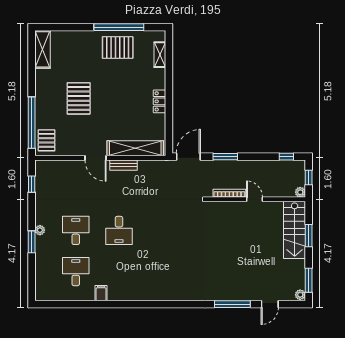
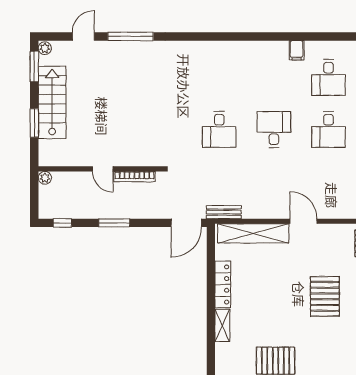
shelving: (160, 55) -> (222, 325), moved
locker: (159, 101) -> (223, 284), width x1.53
window: (225, 157) -> (114, 223), moved
bench: (124, 165) -> (224, 212), moved
window: (309, 178) -> (34, 196), removed
desk: (162, 230) -> (219, 129), added
stairs: (295, 230) -> (52, 102), moved

